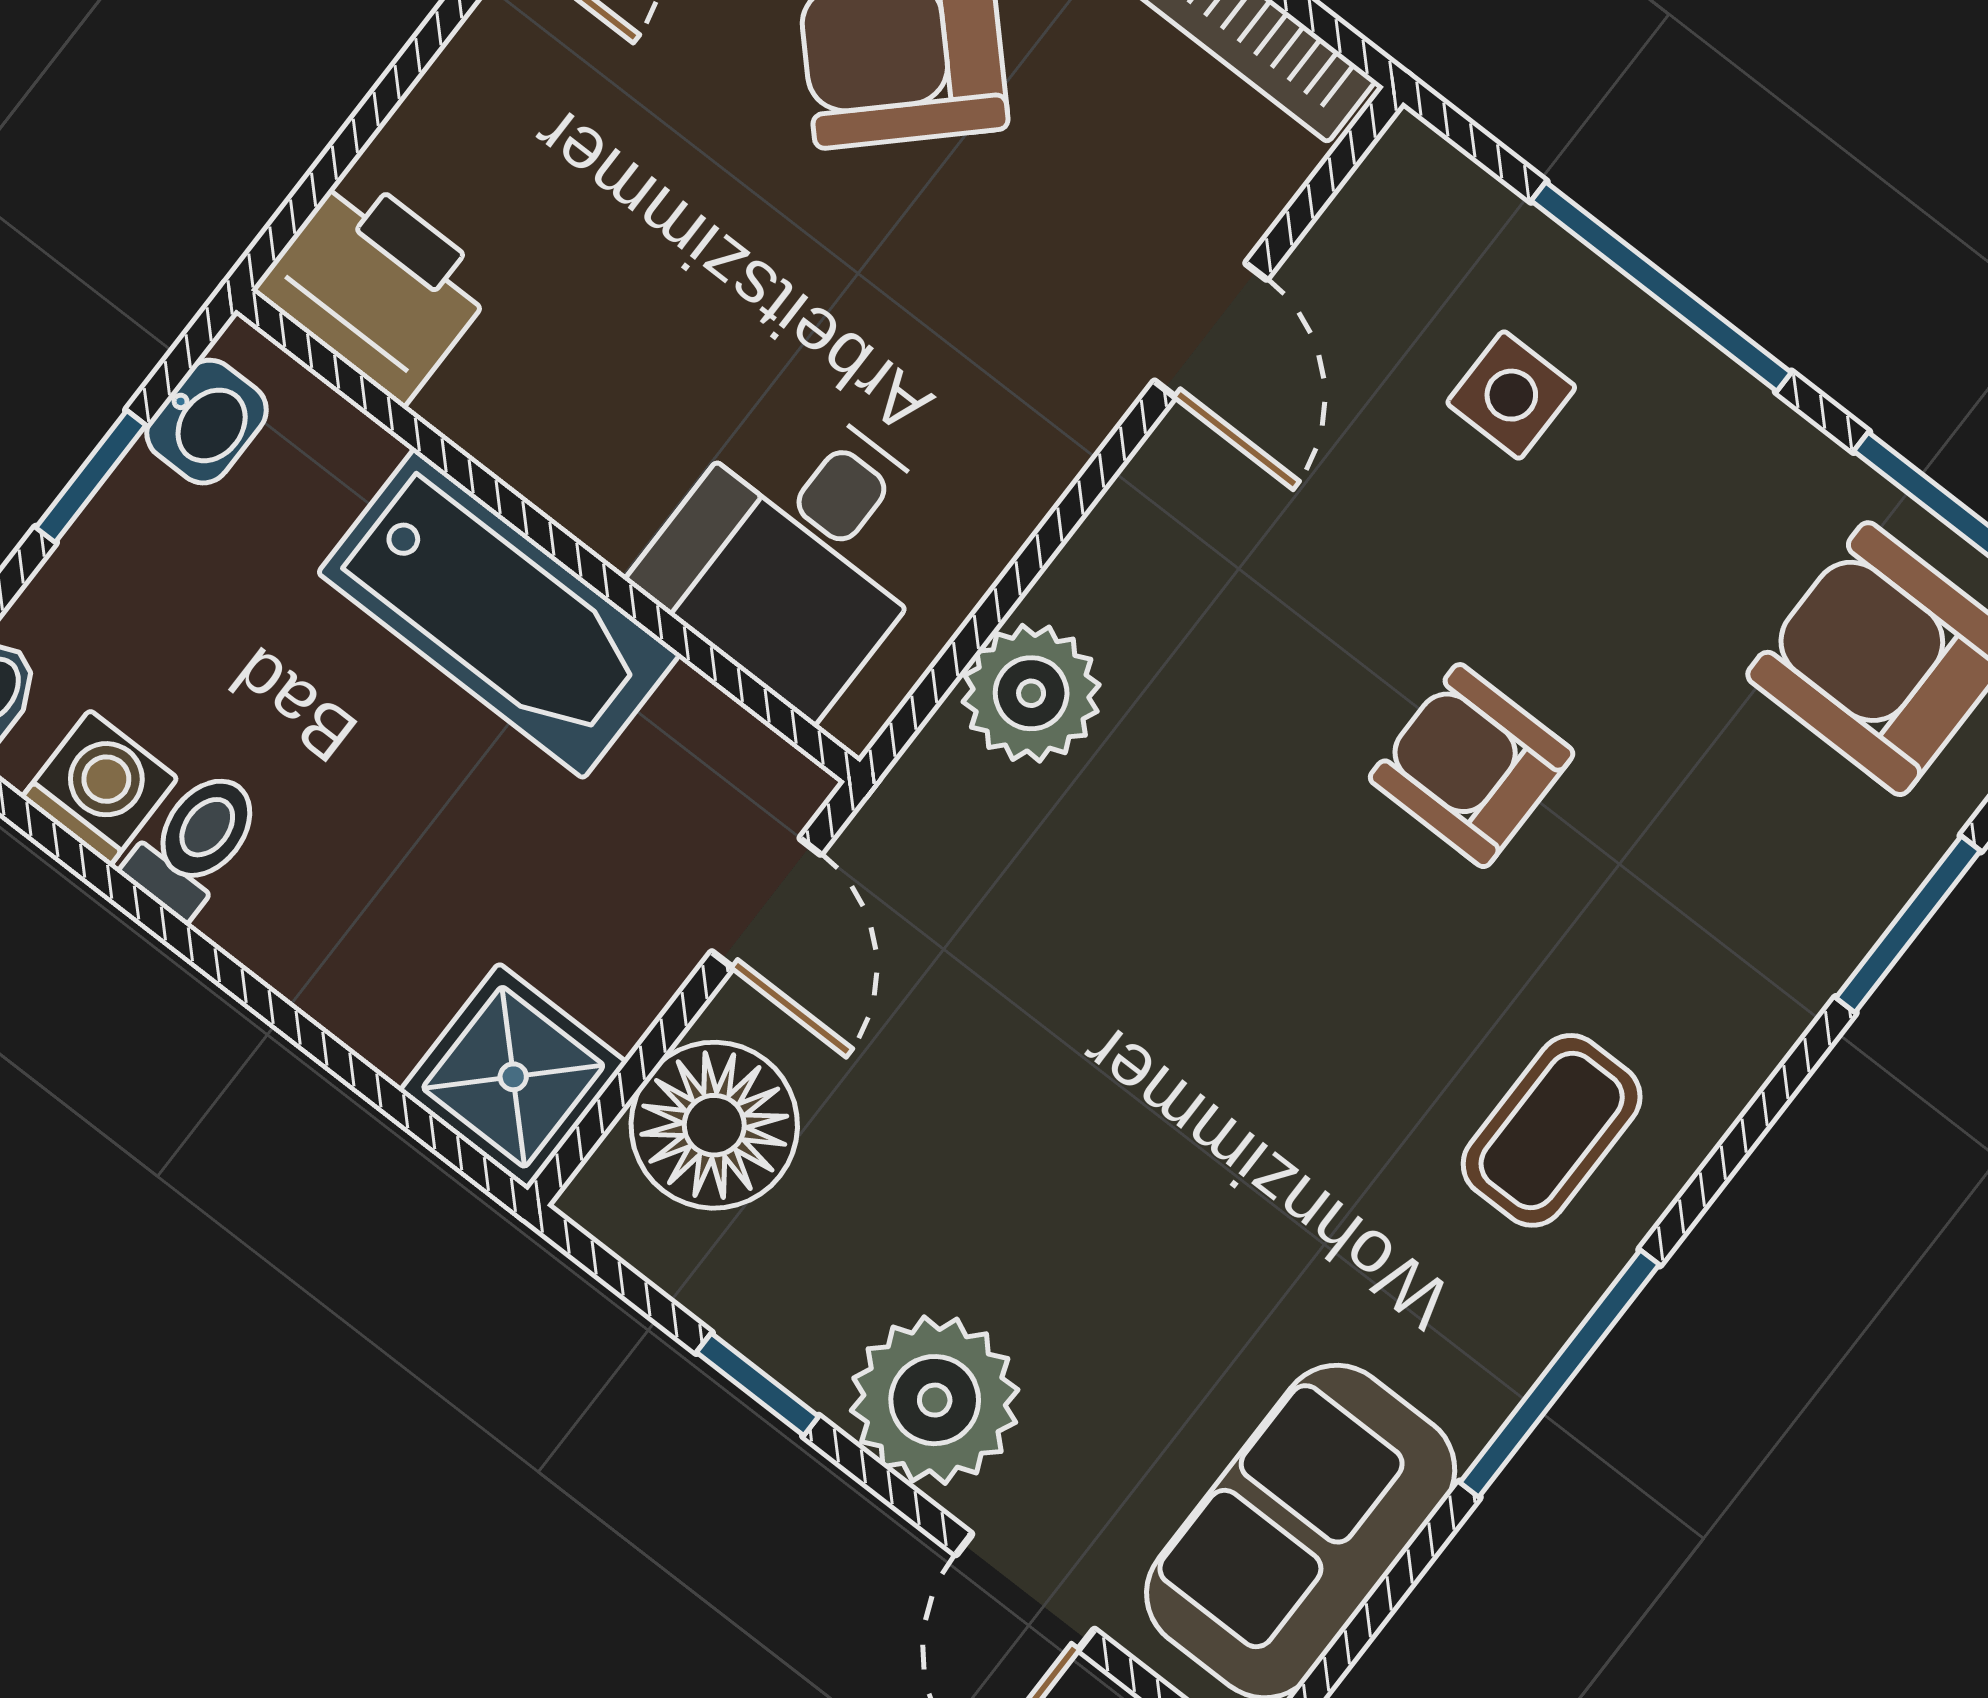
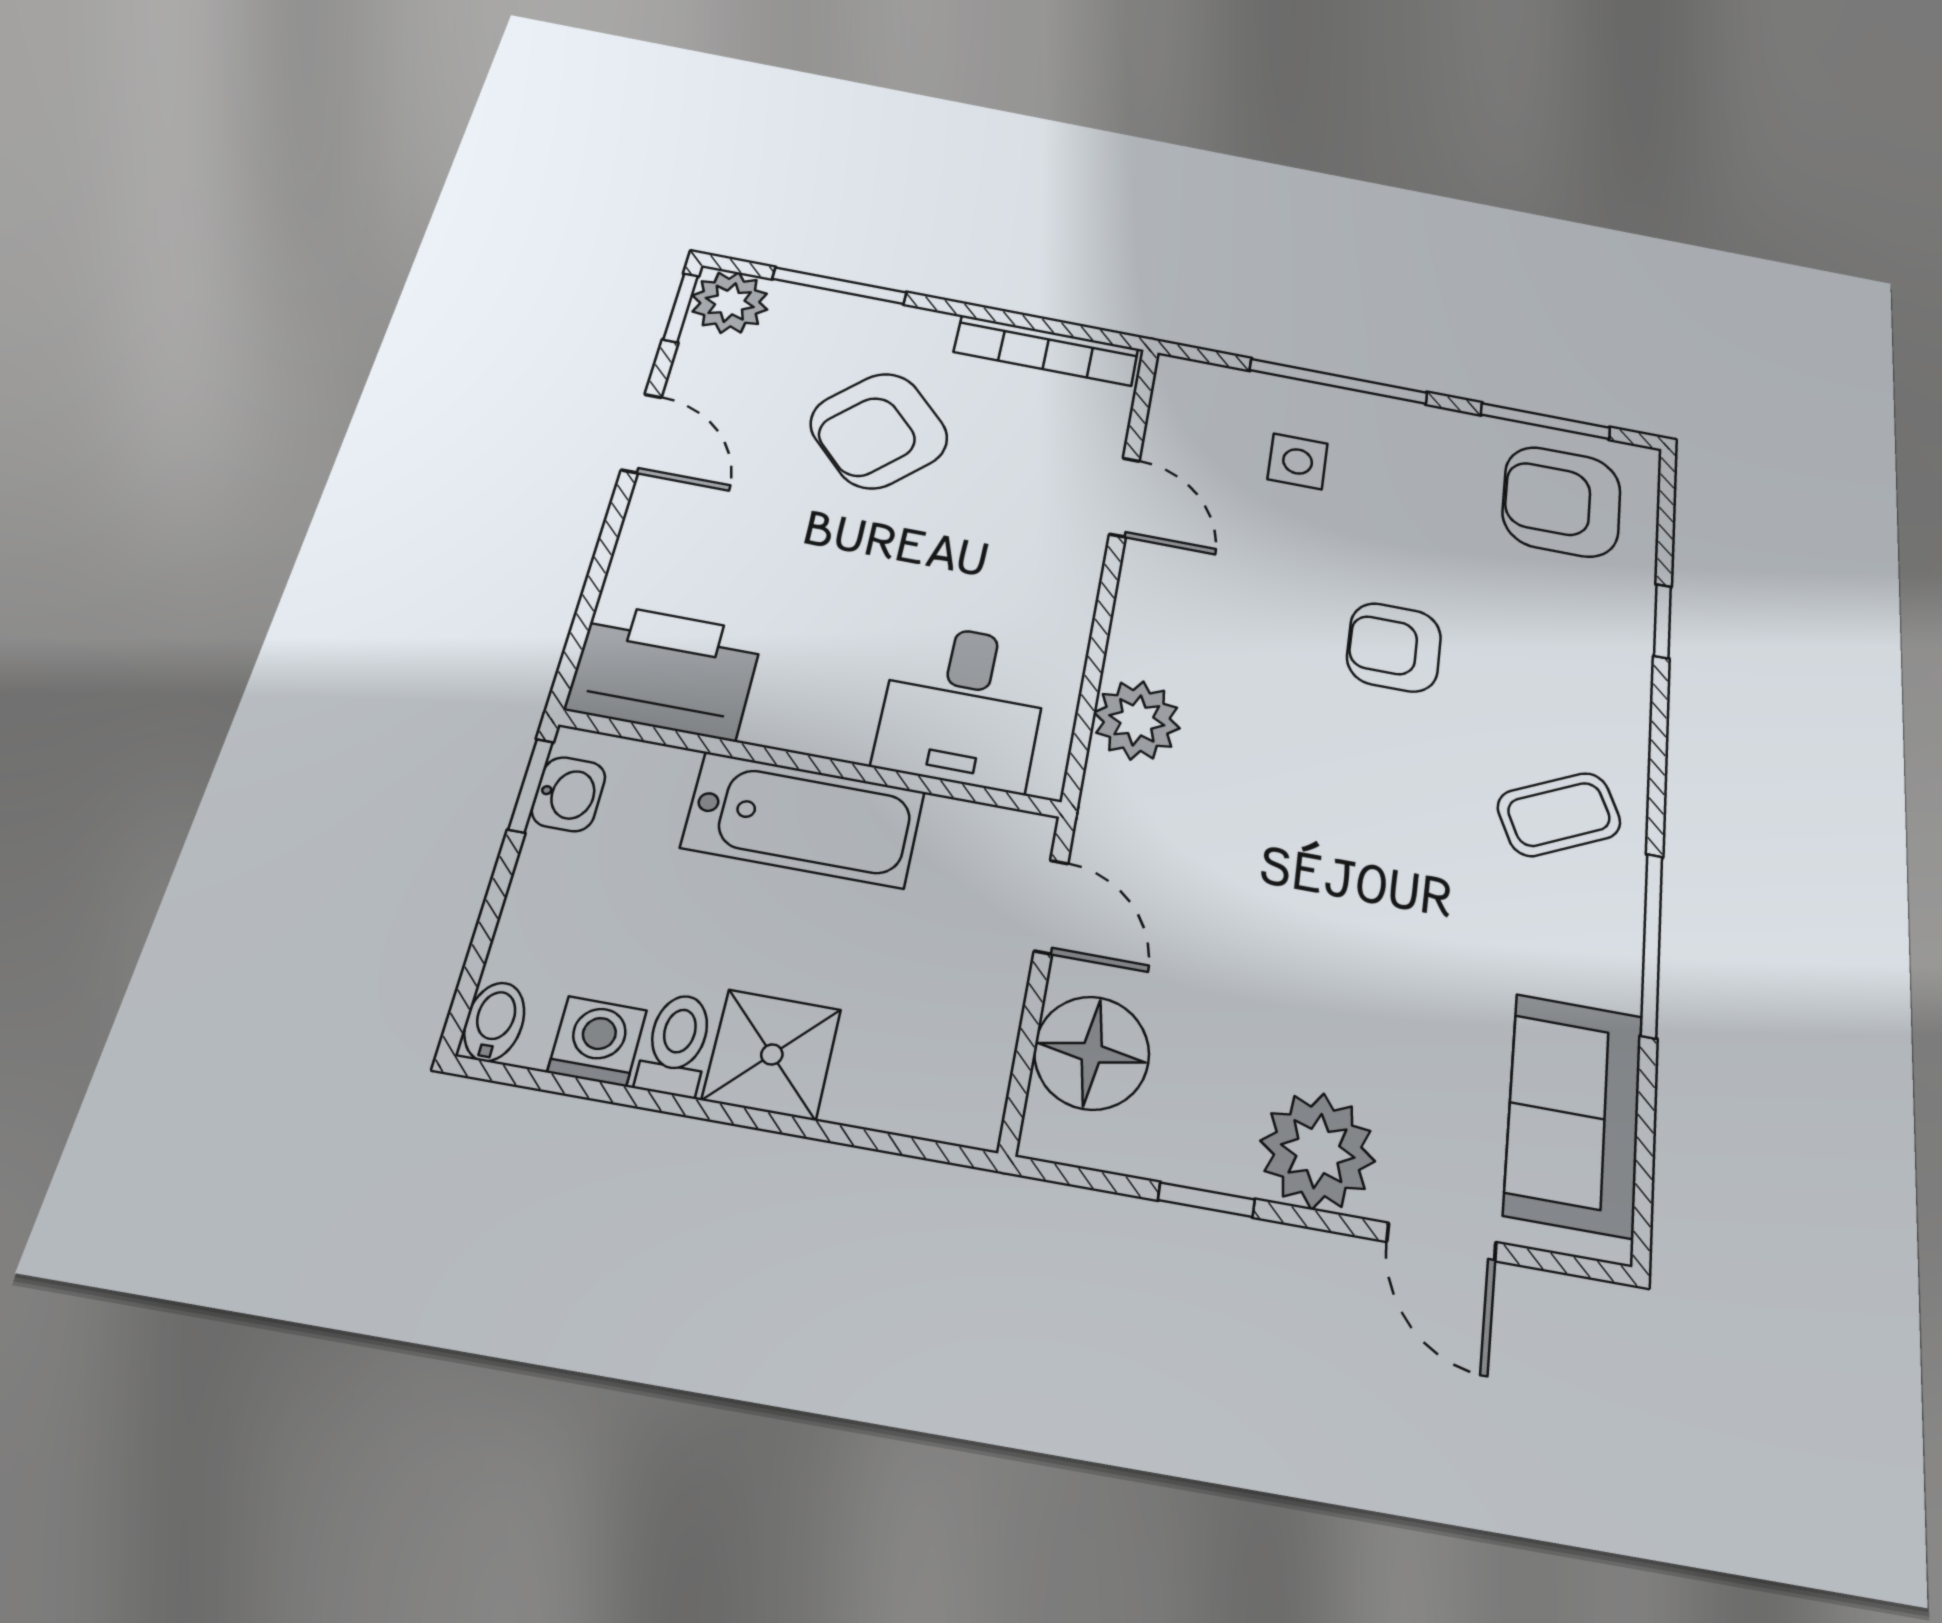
printer: (376, 286) -> (665, 671), width x1.37, depth x1.19
window: (91, 476) -> (531, 786), moved
window: (1908, 924) -> (1662, 621), width x0.67
shower: (513, 1077) -> (772, 1054), moved
coffee table: (1552, 1130) -> (1559, 814), turned 65

